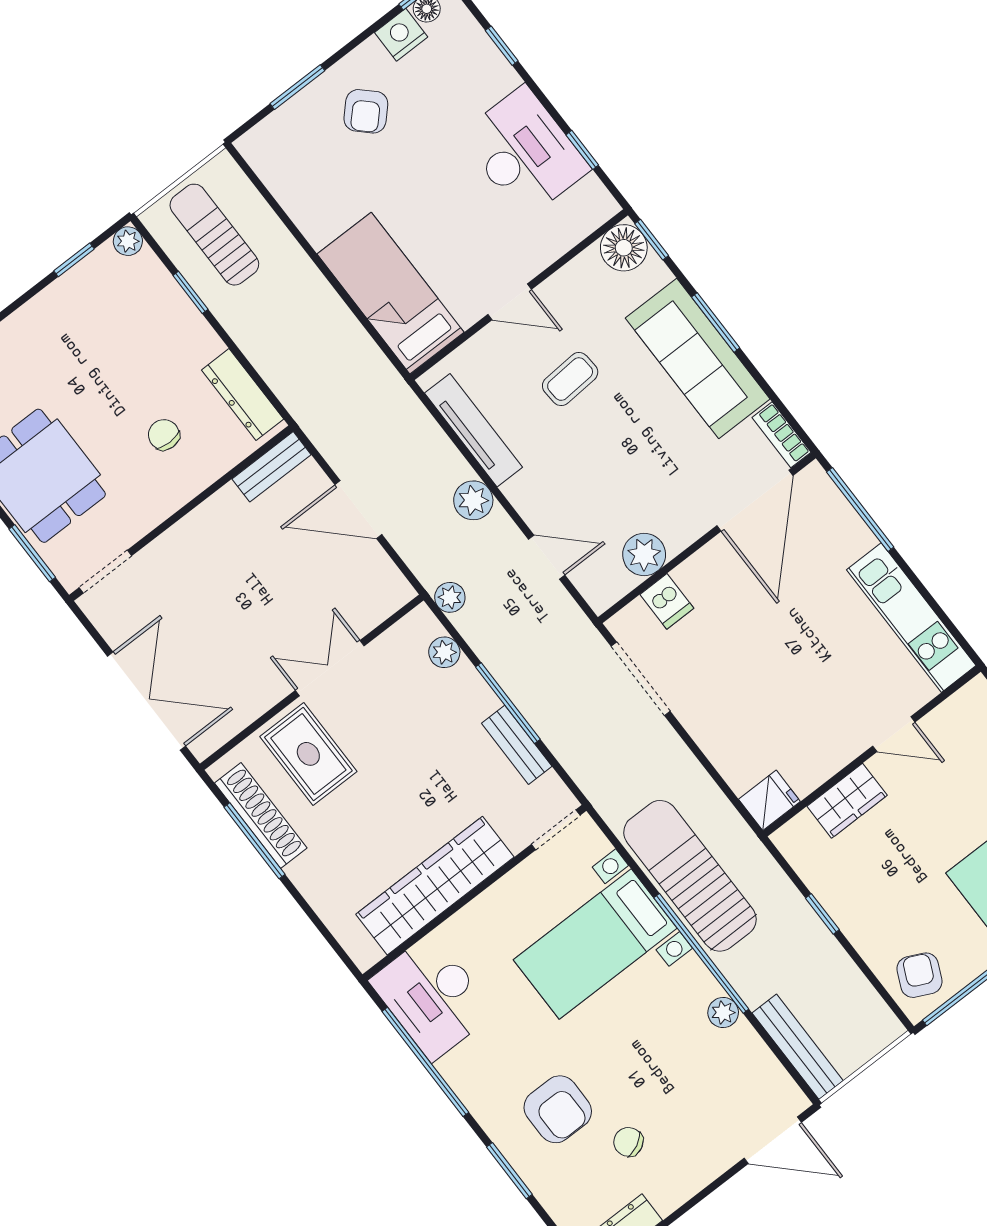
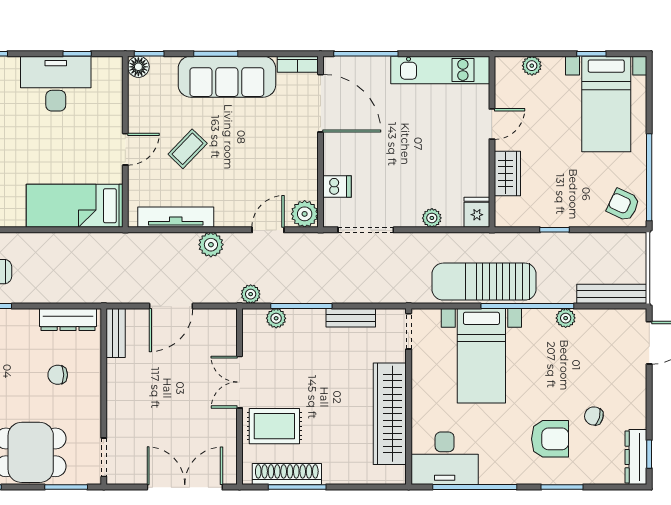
floor lamp: (624, 248) -> (138, 67), width x0.73, depth x0.73
coffee table: (570, 379) -> (188, 149), turned 48
plant: (644, 555) -> (305, 214), moved
window: (508, 703) -> (301, 306), moved
plant: (719, 750) -> (432, 218), added
chair: (628, 1142) -> (594, 416), turned 43

